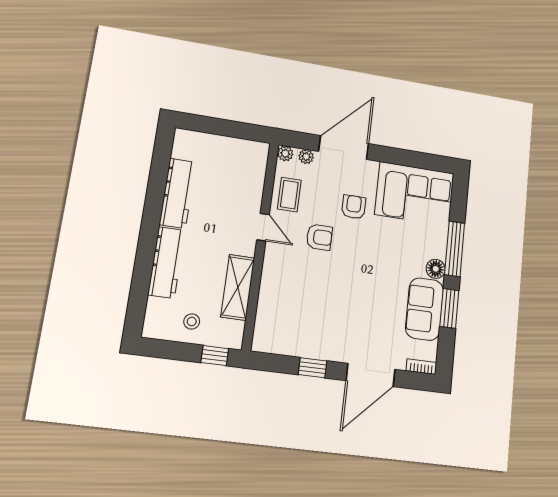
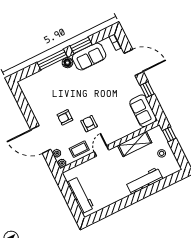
workbench: (178, 193) -> (80, 195), moved, turned 90
corner sofa: (415, 194) -> (39, 94), removed
sofa: (283, 337) -> (143, 111), added

